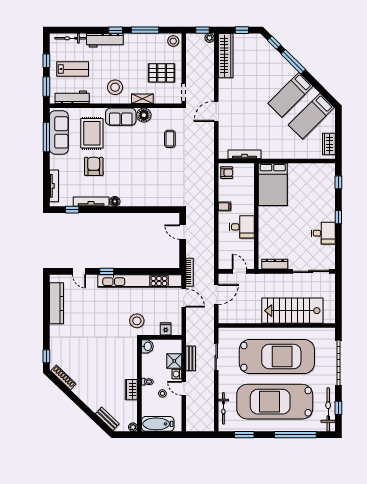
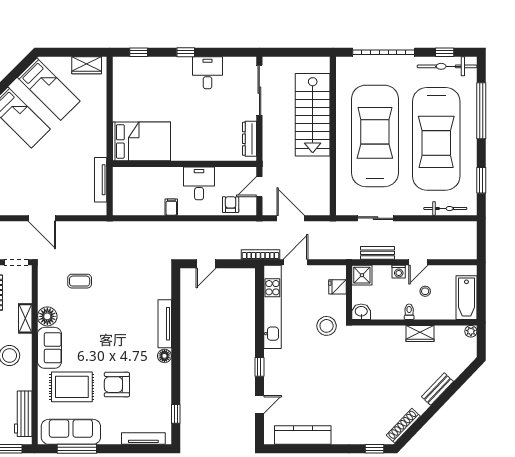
armchair: (227, 173) -> (231, 205), moved
tv unit: (91, 202) -> (165, 324), moved
kitchen unit: (140, 281) -> (272, 307), width x0.73
shower: (174, 361) -> (362, 275), moved
bench: (107, 419) -> (437, 389), moved

